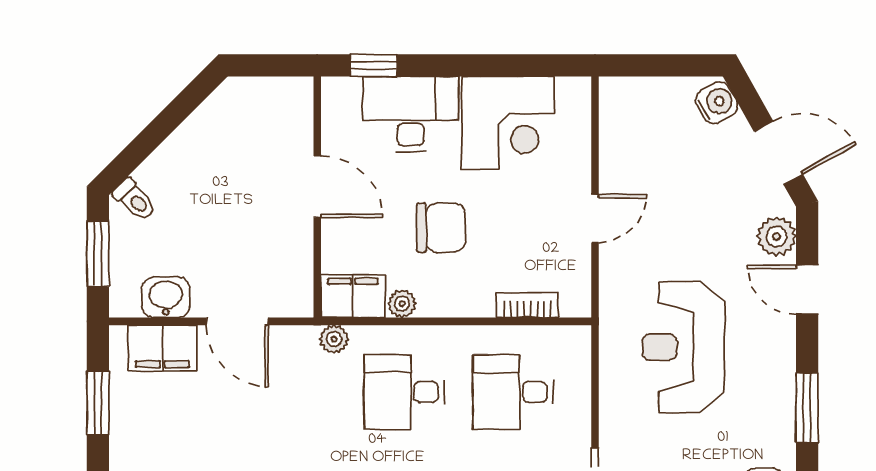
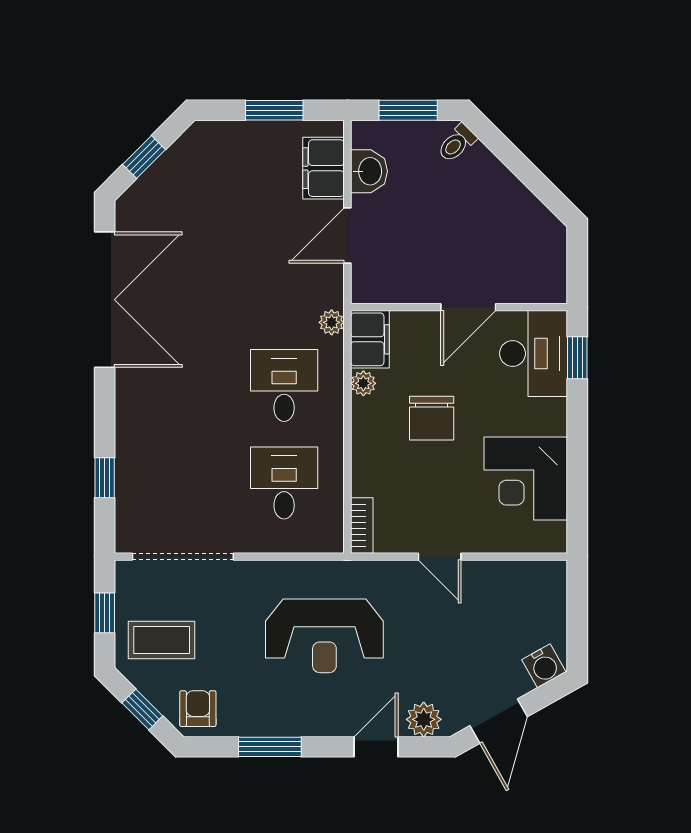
desk: (411, 114) -> (533, 353), moved
bookcase: (527, 305) -> (362, 525), moved
reception desk: (683, 347) -> (324, 636), turned 180

